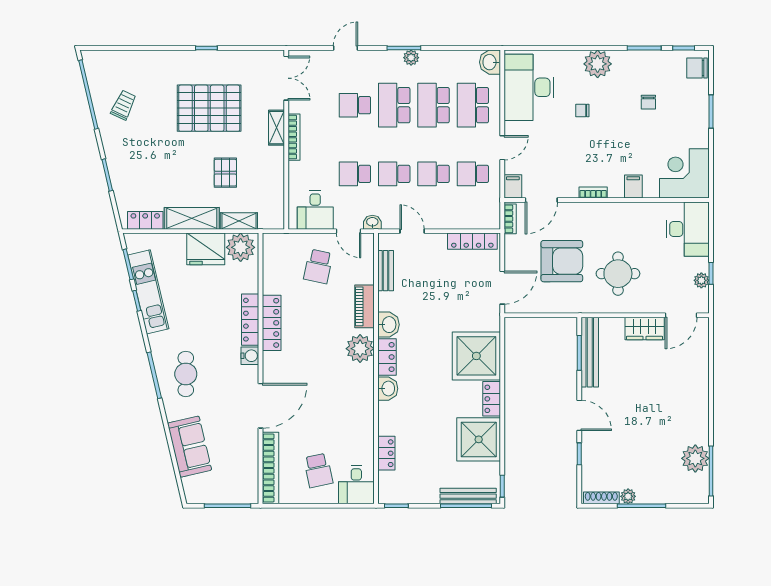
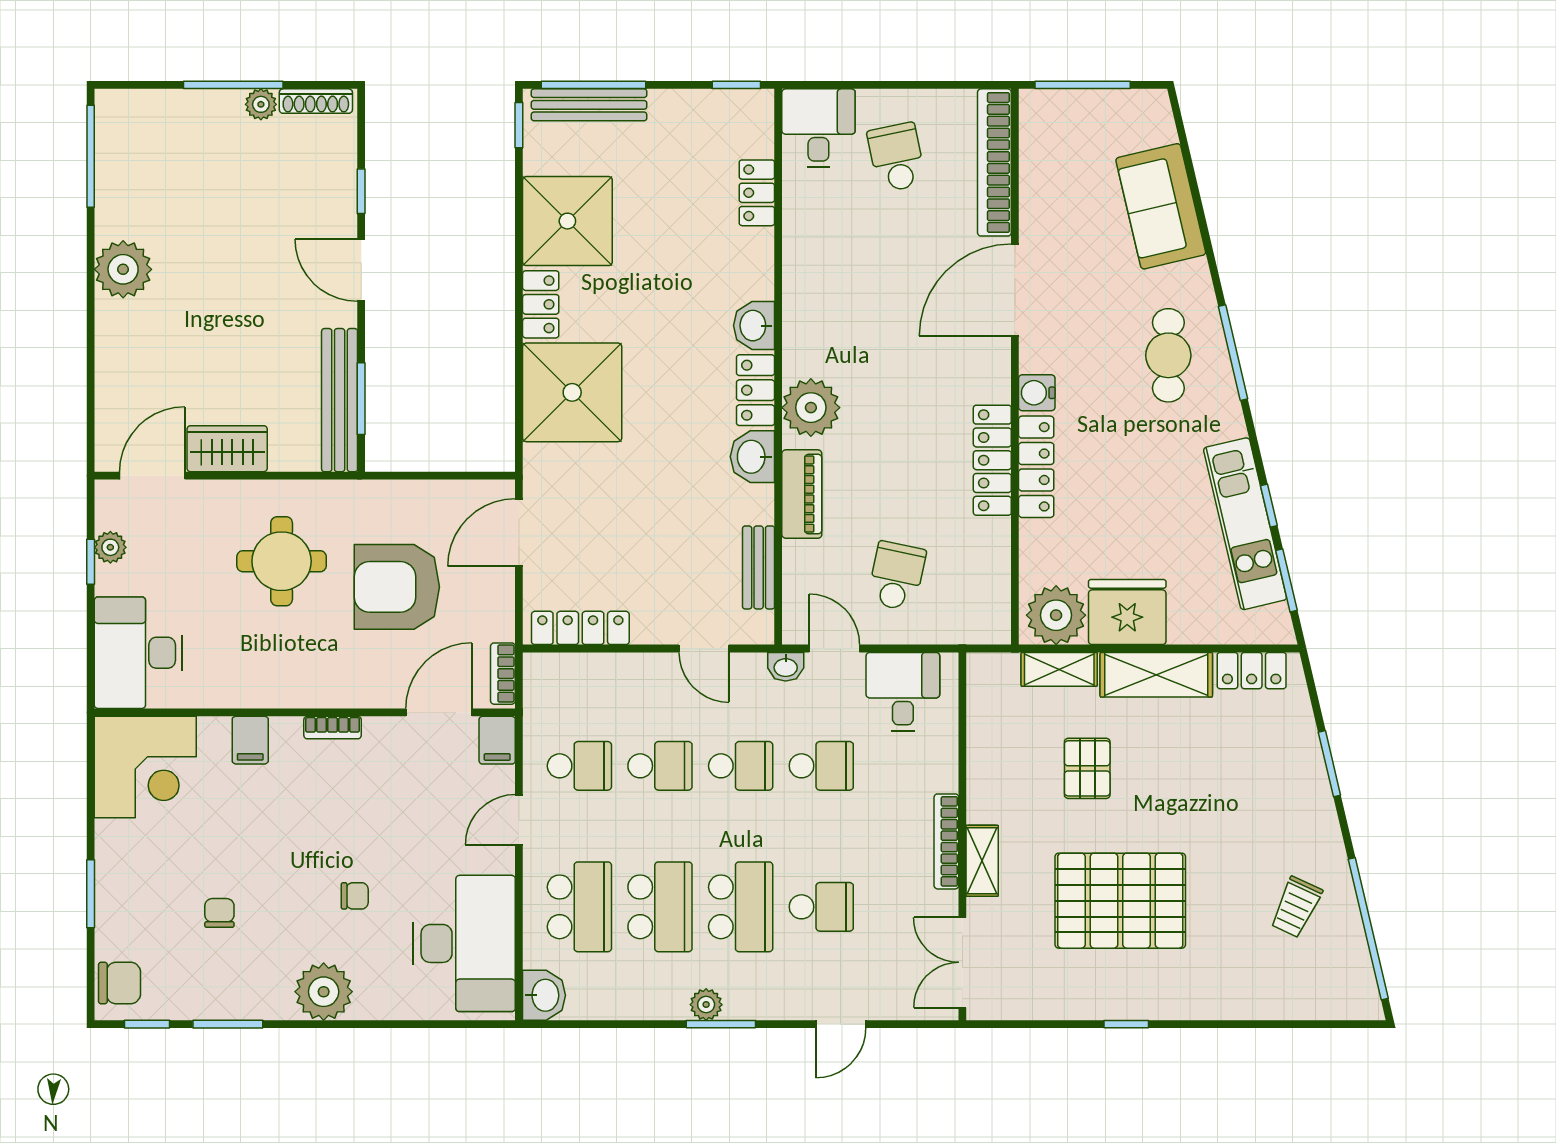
plant: (695, 458) -> (123, 269), moved

